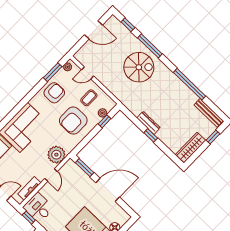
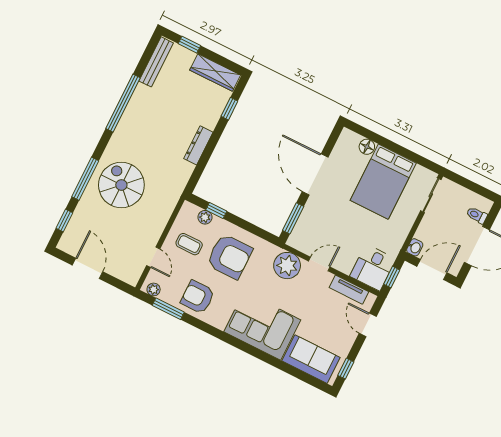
window: (151, 135) -> (229, 109), moved

